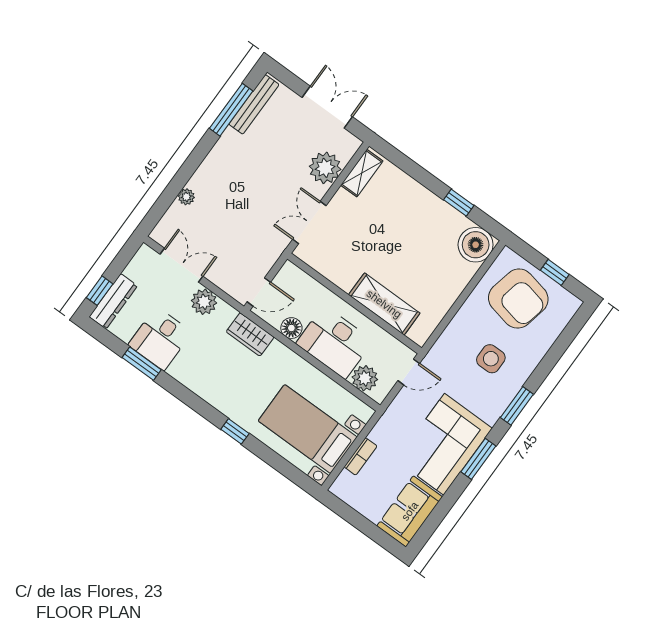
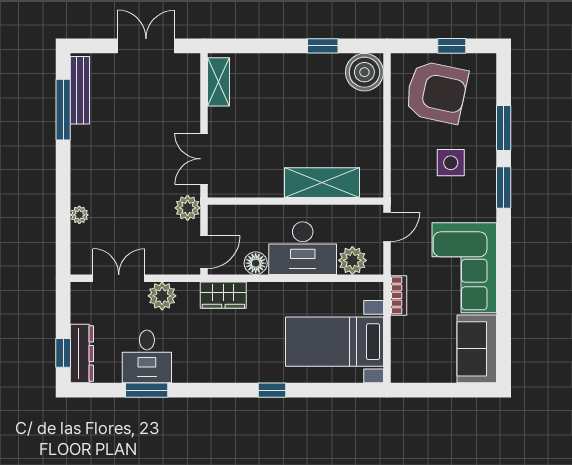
plant: (325, 168) -> (188, 208), moved, width x0.73, depth x0.73
bookcase: (361, 456) -> (399, 295), moved
window: (478, 459) -> (504, 128), moved

